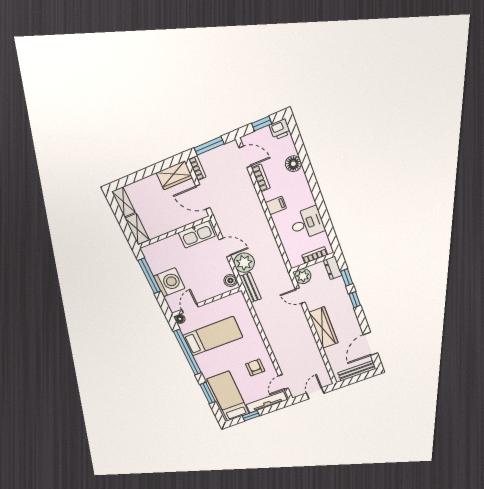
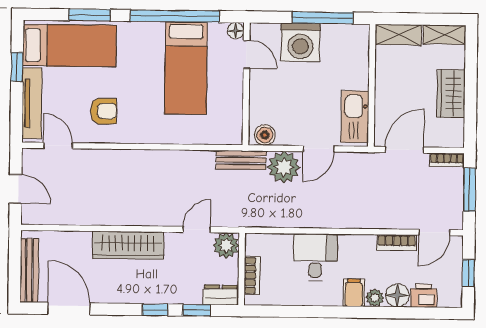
printer: (280, 129) -> (424, 296), moved, turned 90
wardrobe: (174, 175) -> (451, 94), moved
plant: (300, 177) -> (375, 298), added
filing cabinet: (276, 205) -> (354, 293), moved, turned 180
desk: (307, 223) -> (315, 257), moved, turned 180

